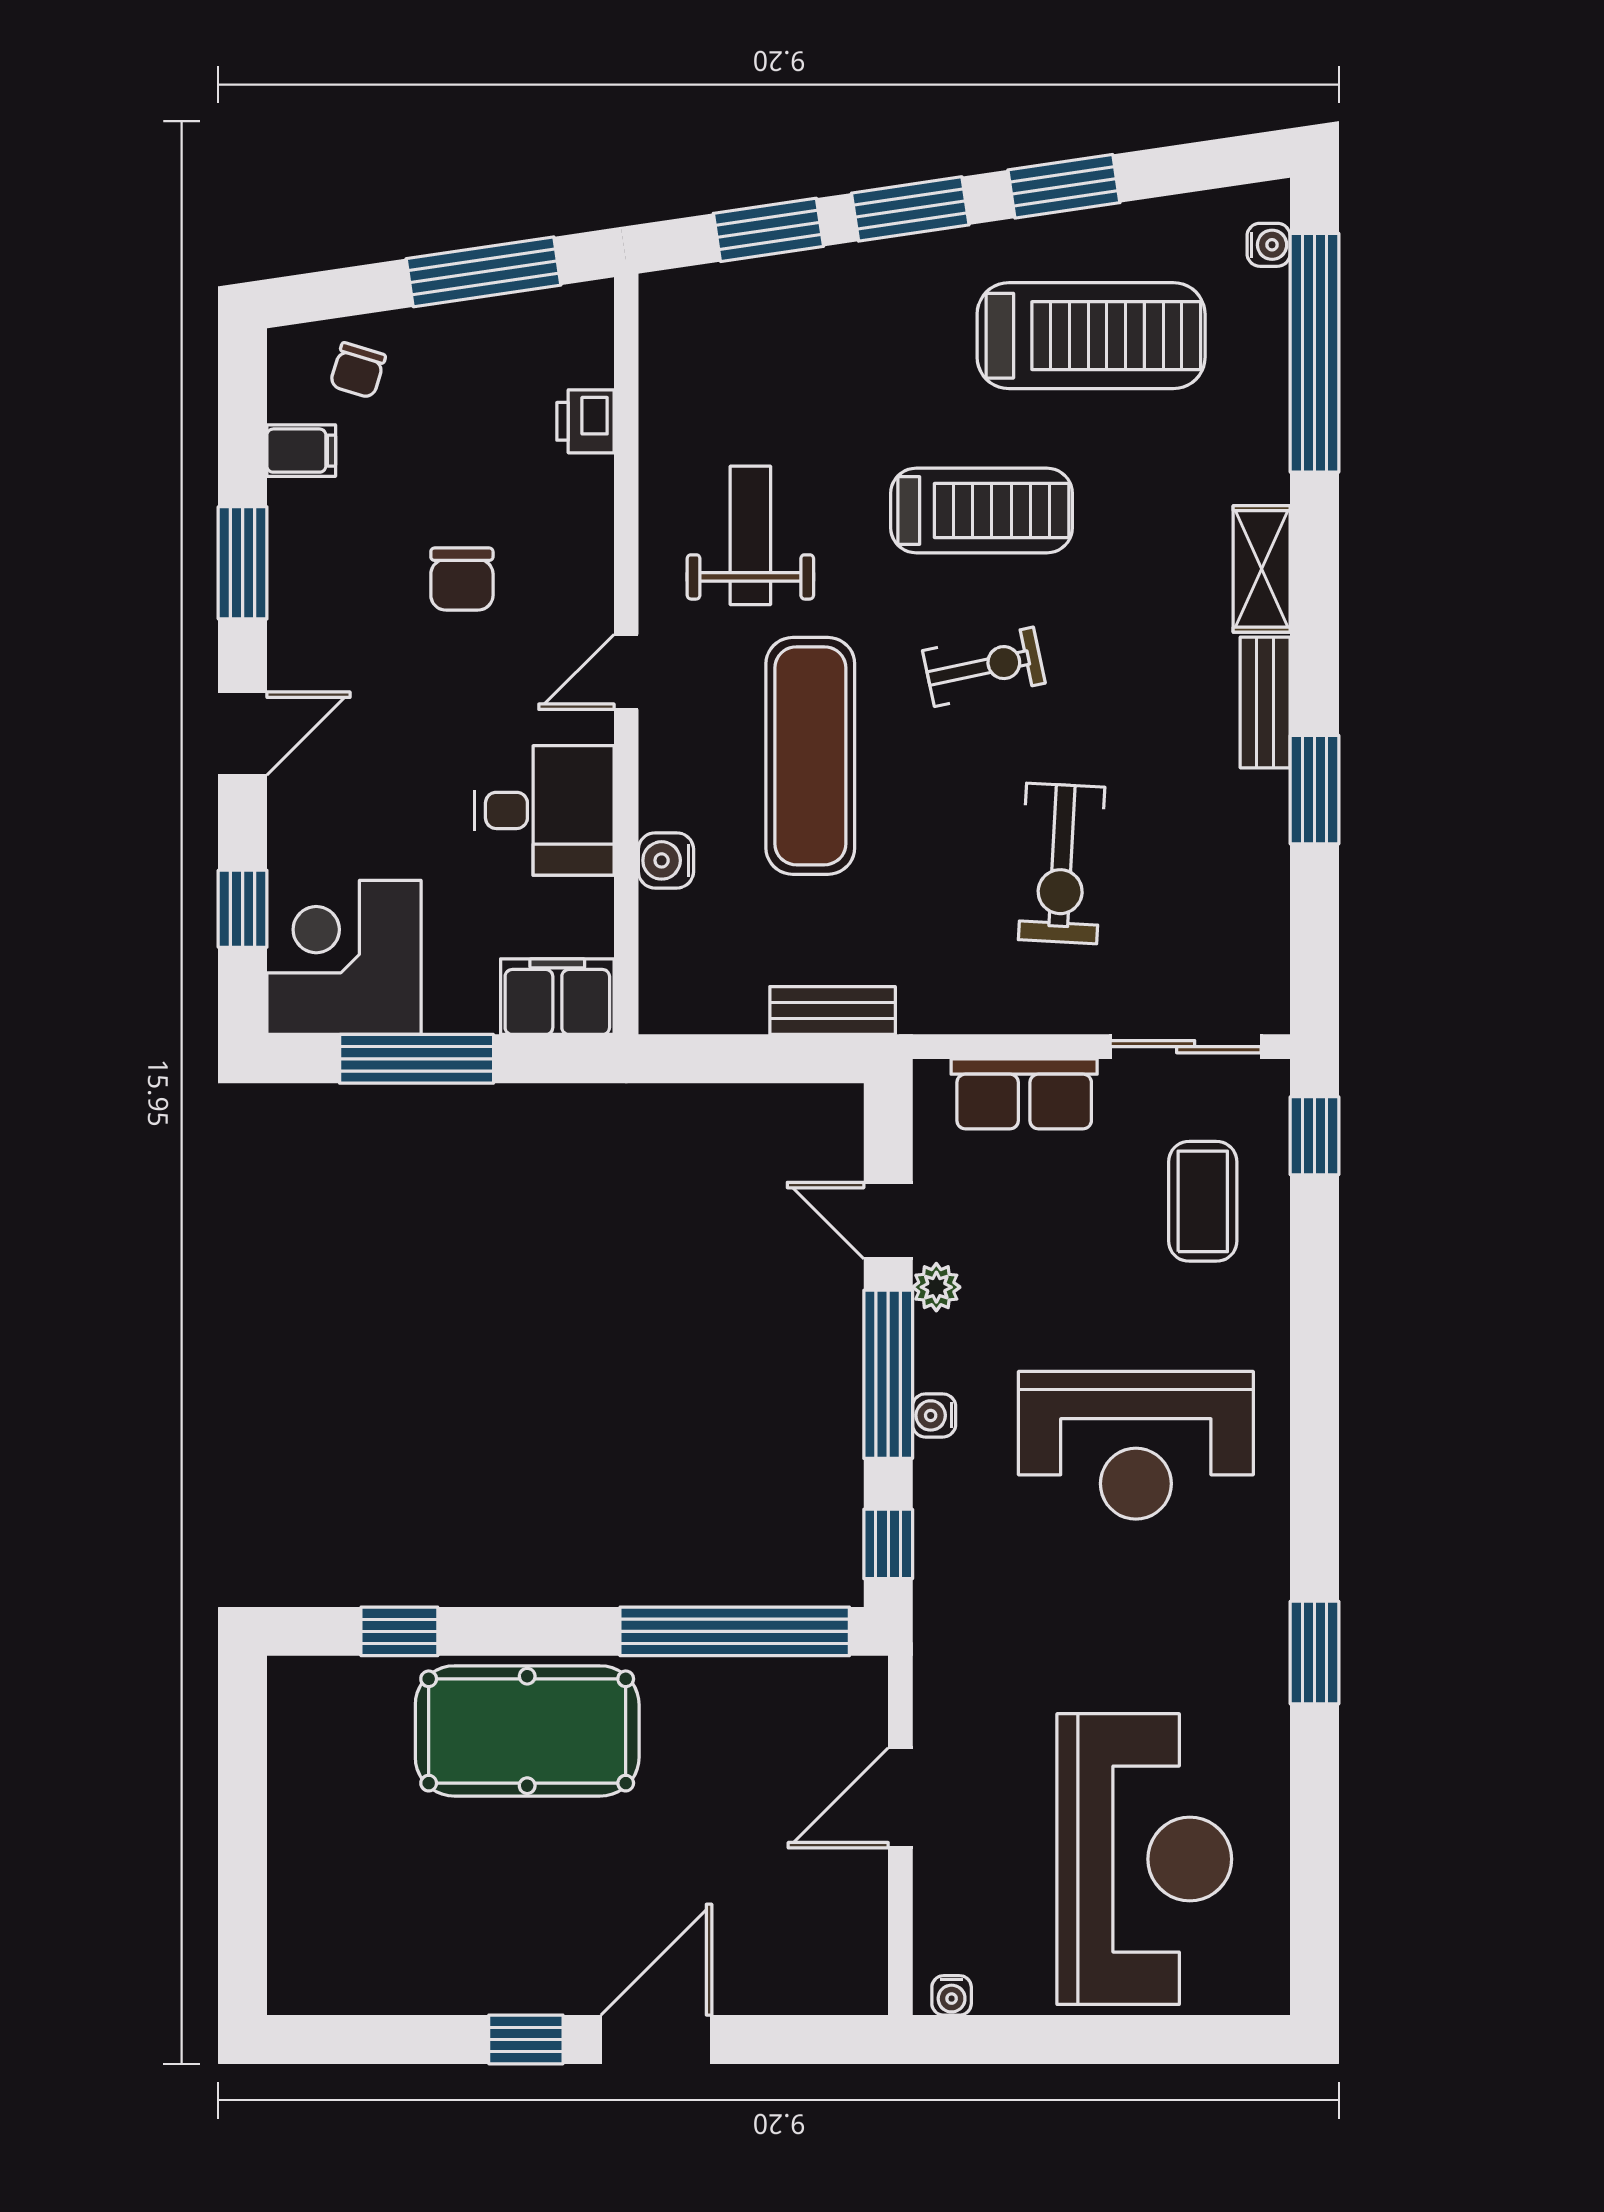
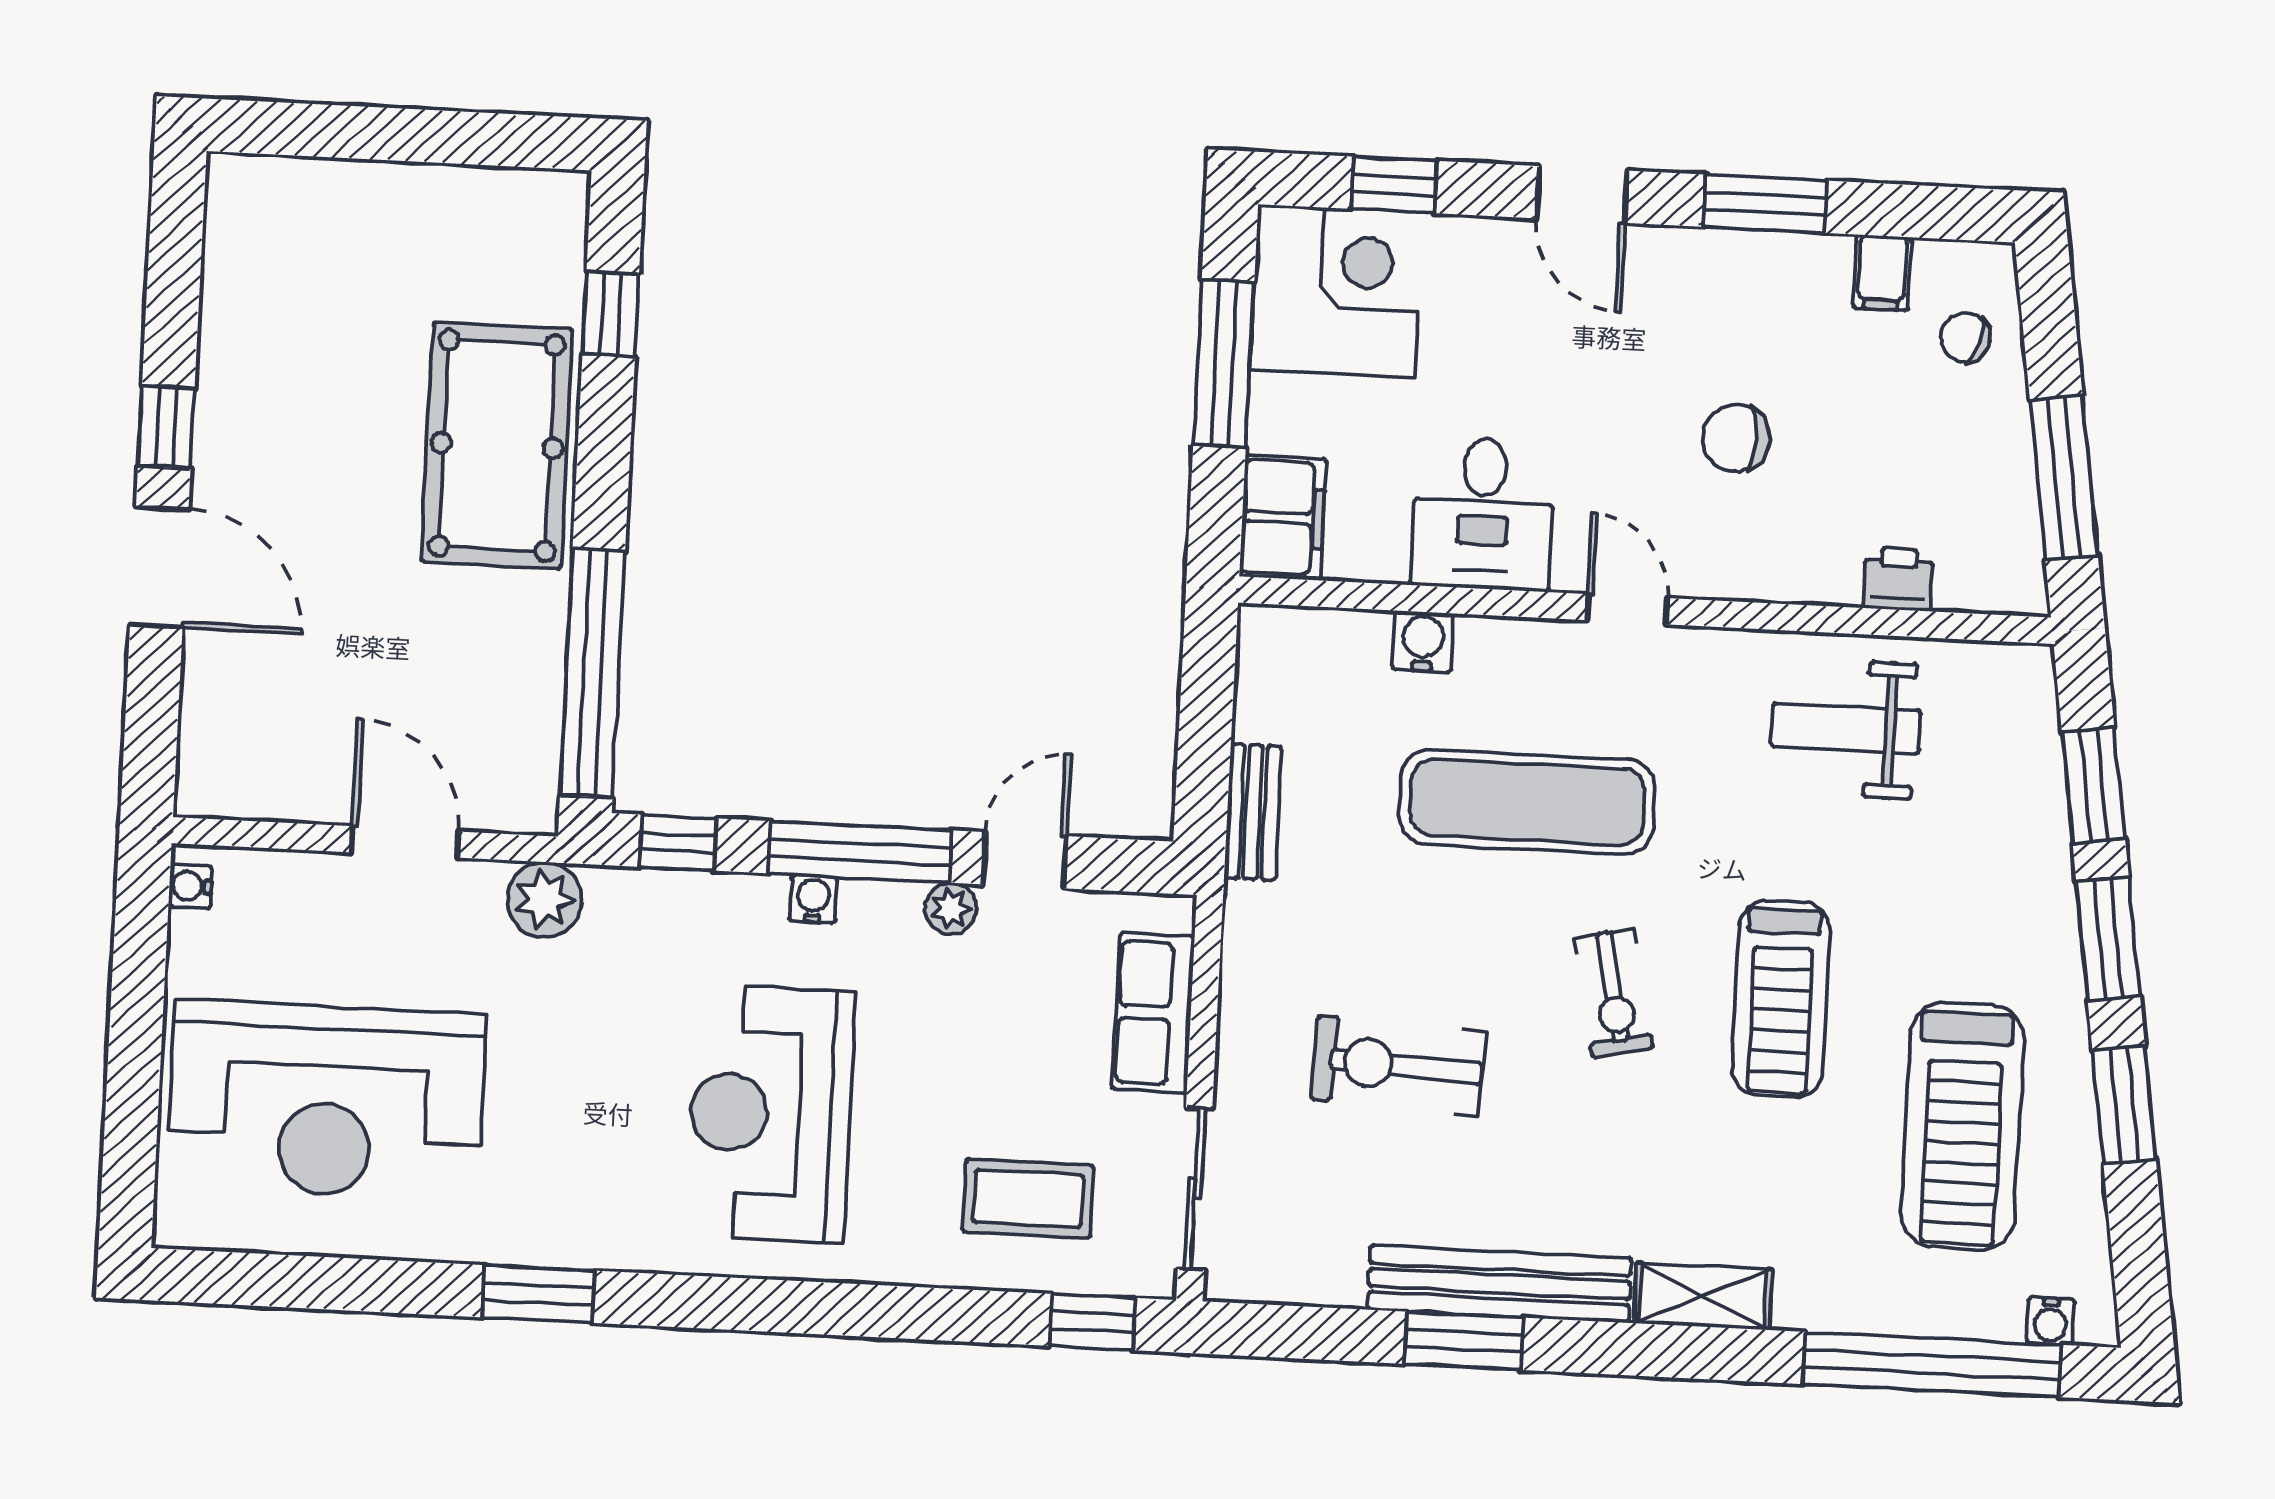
weight bench: (750, 535) -> (1846, 728), moved, turned 180
bench: (1265, 702) -> (1500, 1284), width x1.86, depth x1.21
plant: (947, 1665) -> (544, 900), added

